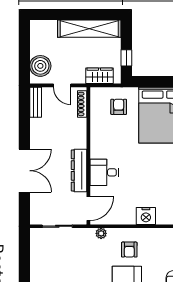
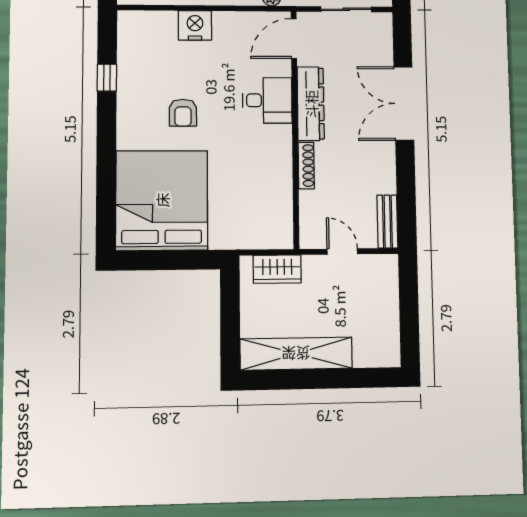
window: (126, 58) -> (230, 302), removed
boiler: (40, 66) -> (381, 286), removed
shoe rack: (82, 104) -> (306, 166), moved
armchair: (119, 107) -> (183, 113), moved

